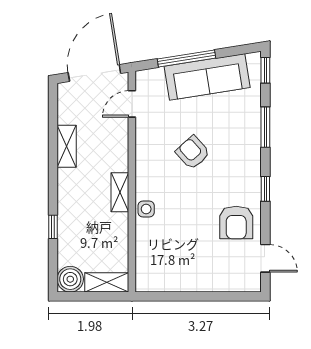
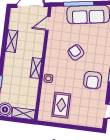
armchair: (236, 223) -> (93, 80), moved
rug: (177, 257) -> (61, 105), added

